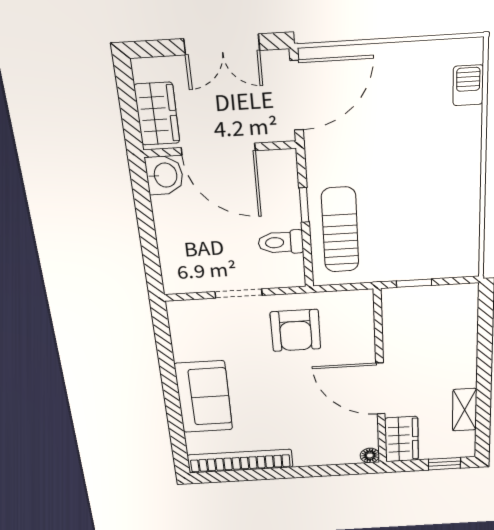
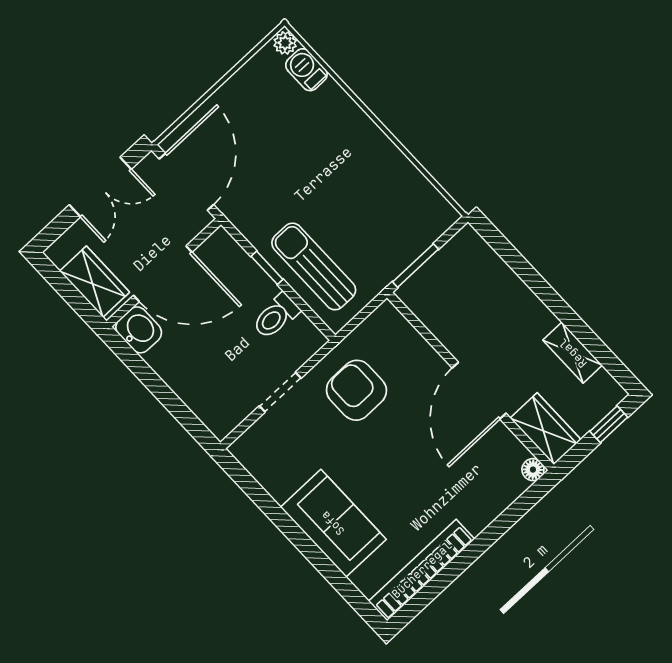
plant: (472, 51) -> (285, 43), added
window: (414, 283) -> (416, 266), width x1.50
armchair: (295, 330) -> (356, 390), turned 180
door: (380, 389) -> (479, 391), hinge flipped

